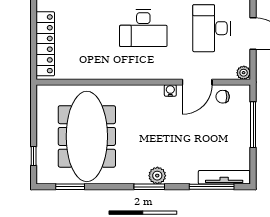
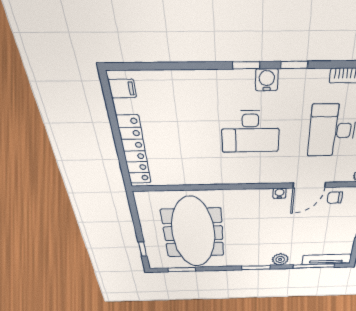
plant: (157, 176) -> (280, 259), moved

